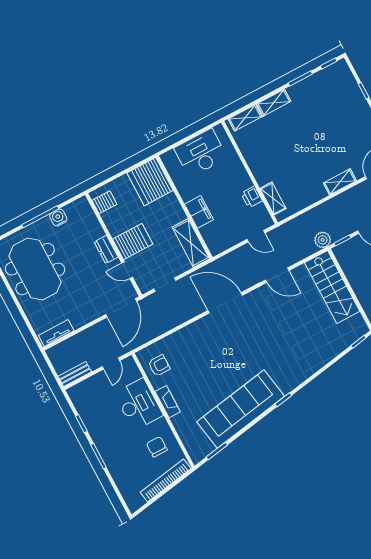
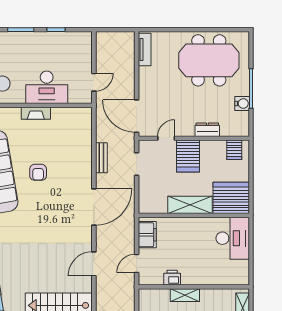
desk: (201, 153) -> (233, 238), moved
shelving: (273, 198) -> (185, 295), moved
filing cabinet: (199, 212) -> (147, 235), moved, turned -90
shelving: (191, 243) -> (190, 205), moved
dresser: (106, 249) -> (207, 130), moved
door: (111, 364) -> (94, 82), swing flipped
armchair: (159, 365) -> (38, 172), moved
bench: (75, 374) -> (101, 158), moved

